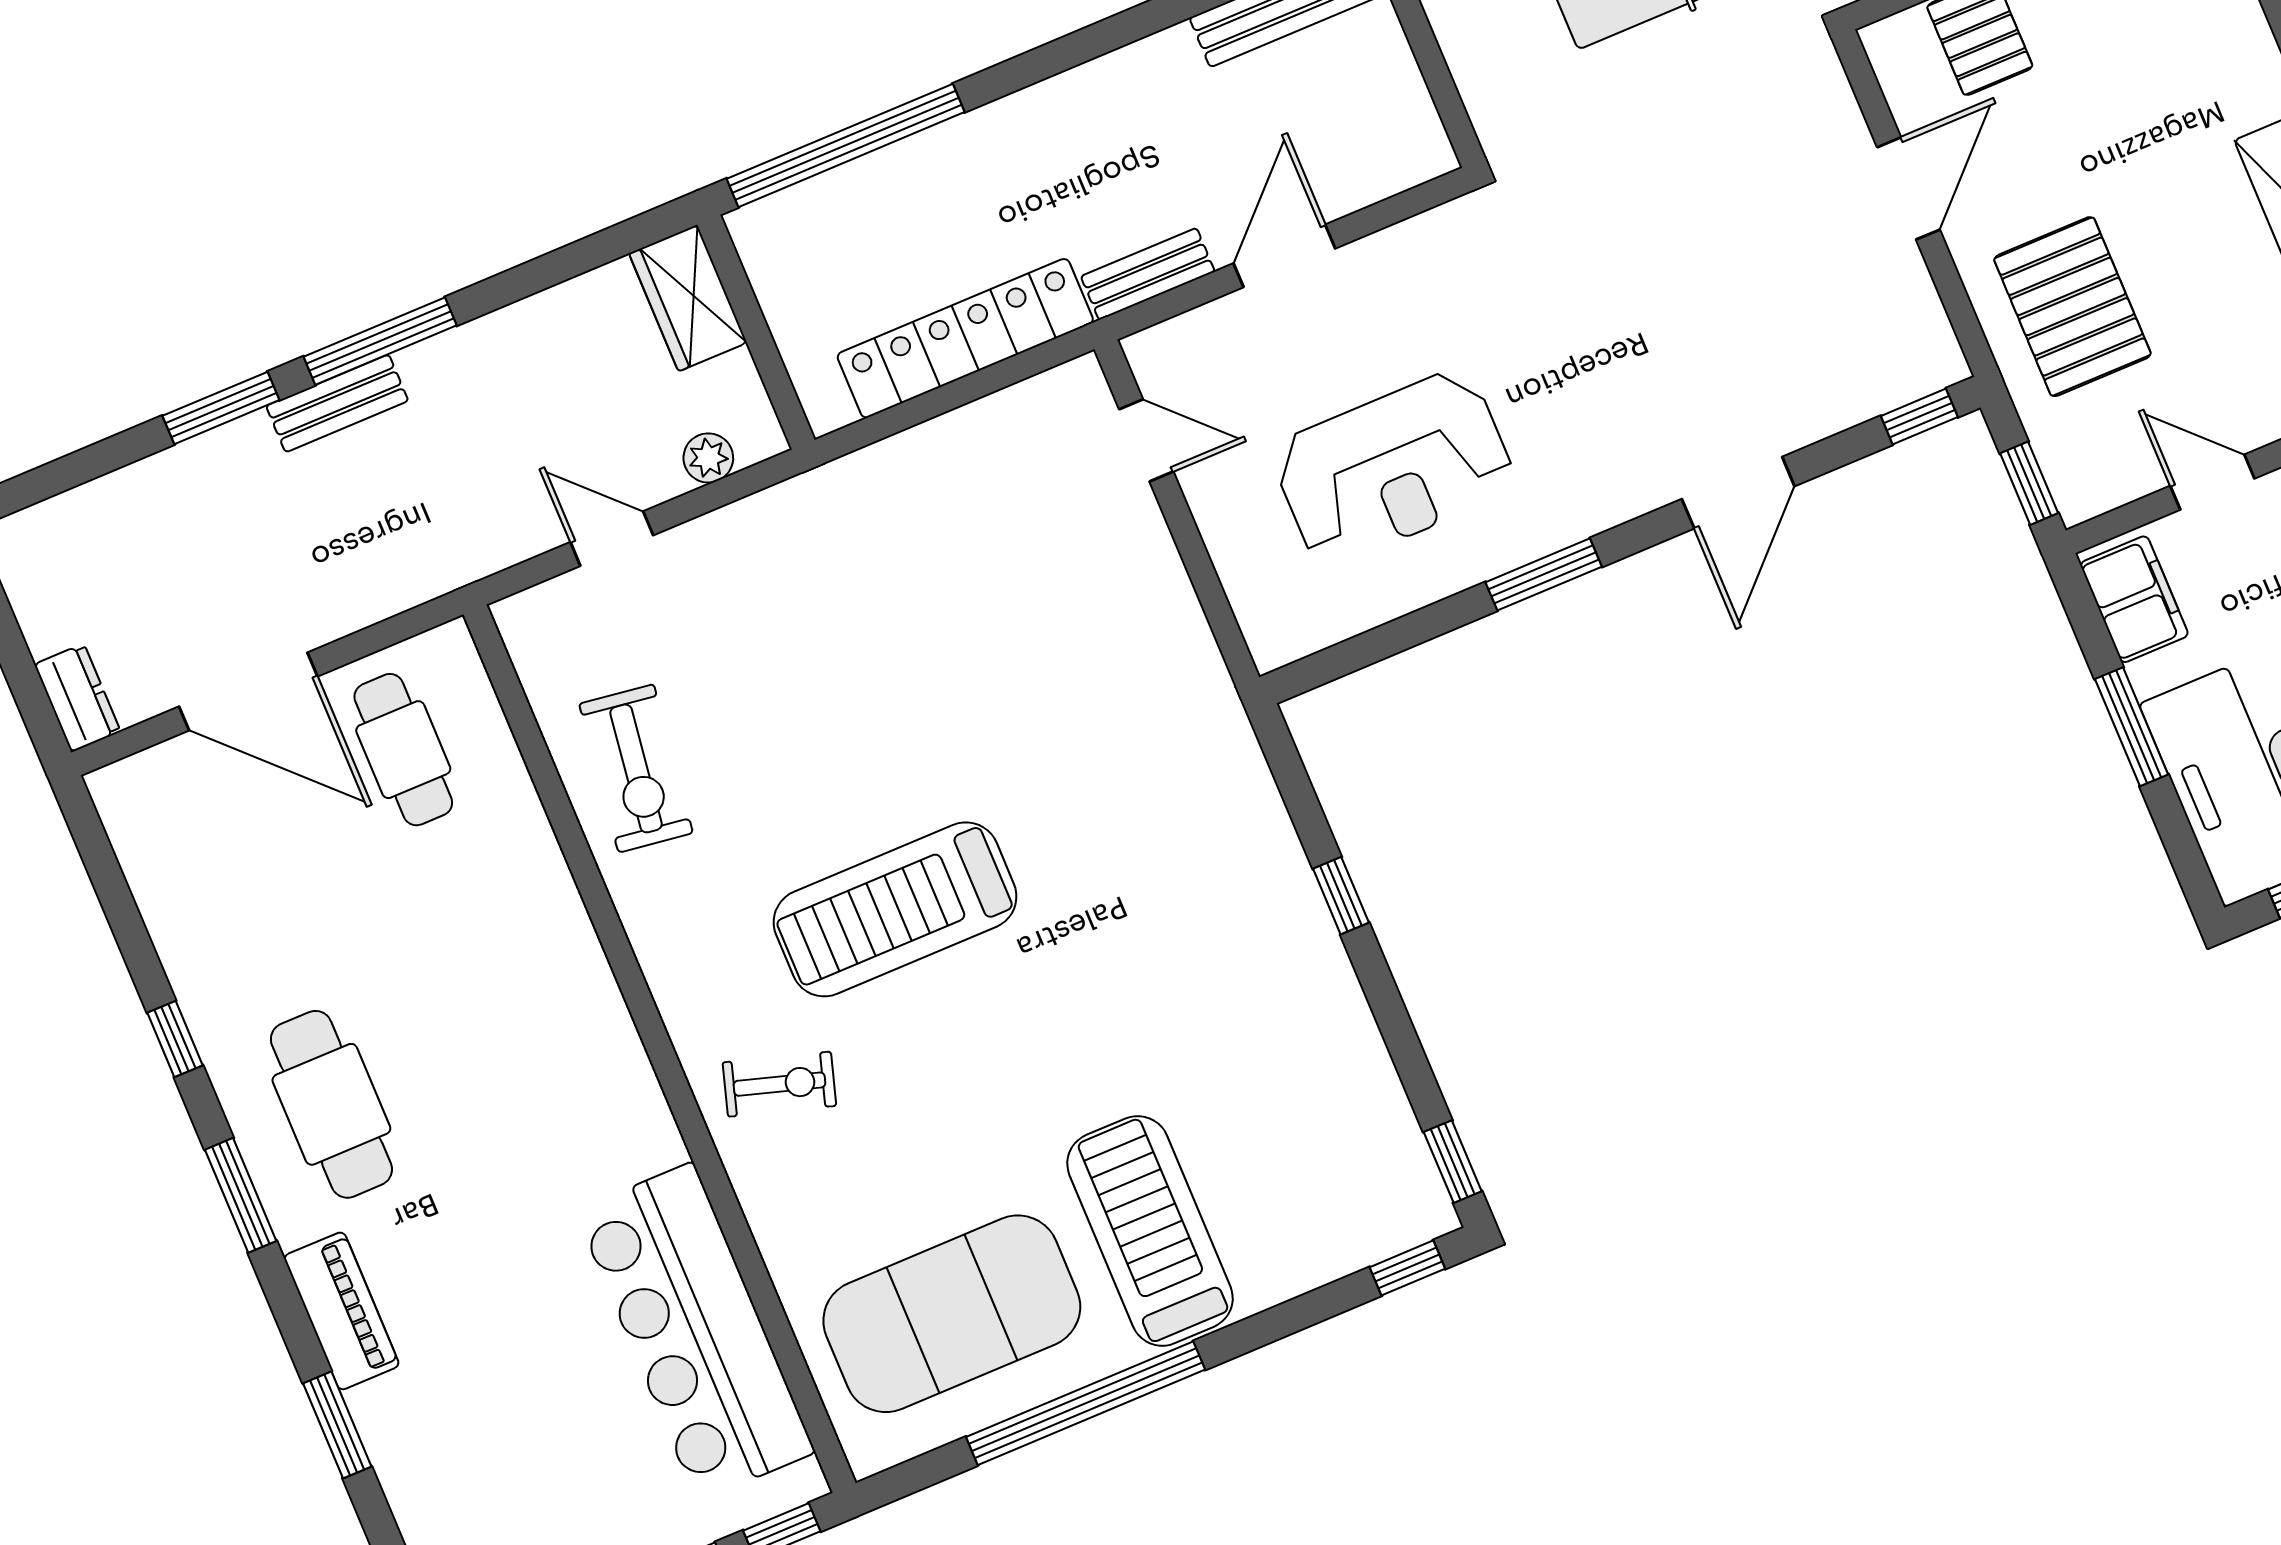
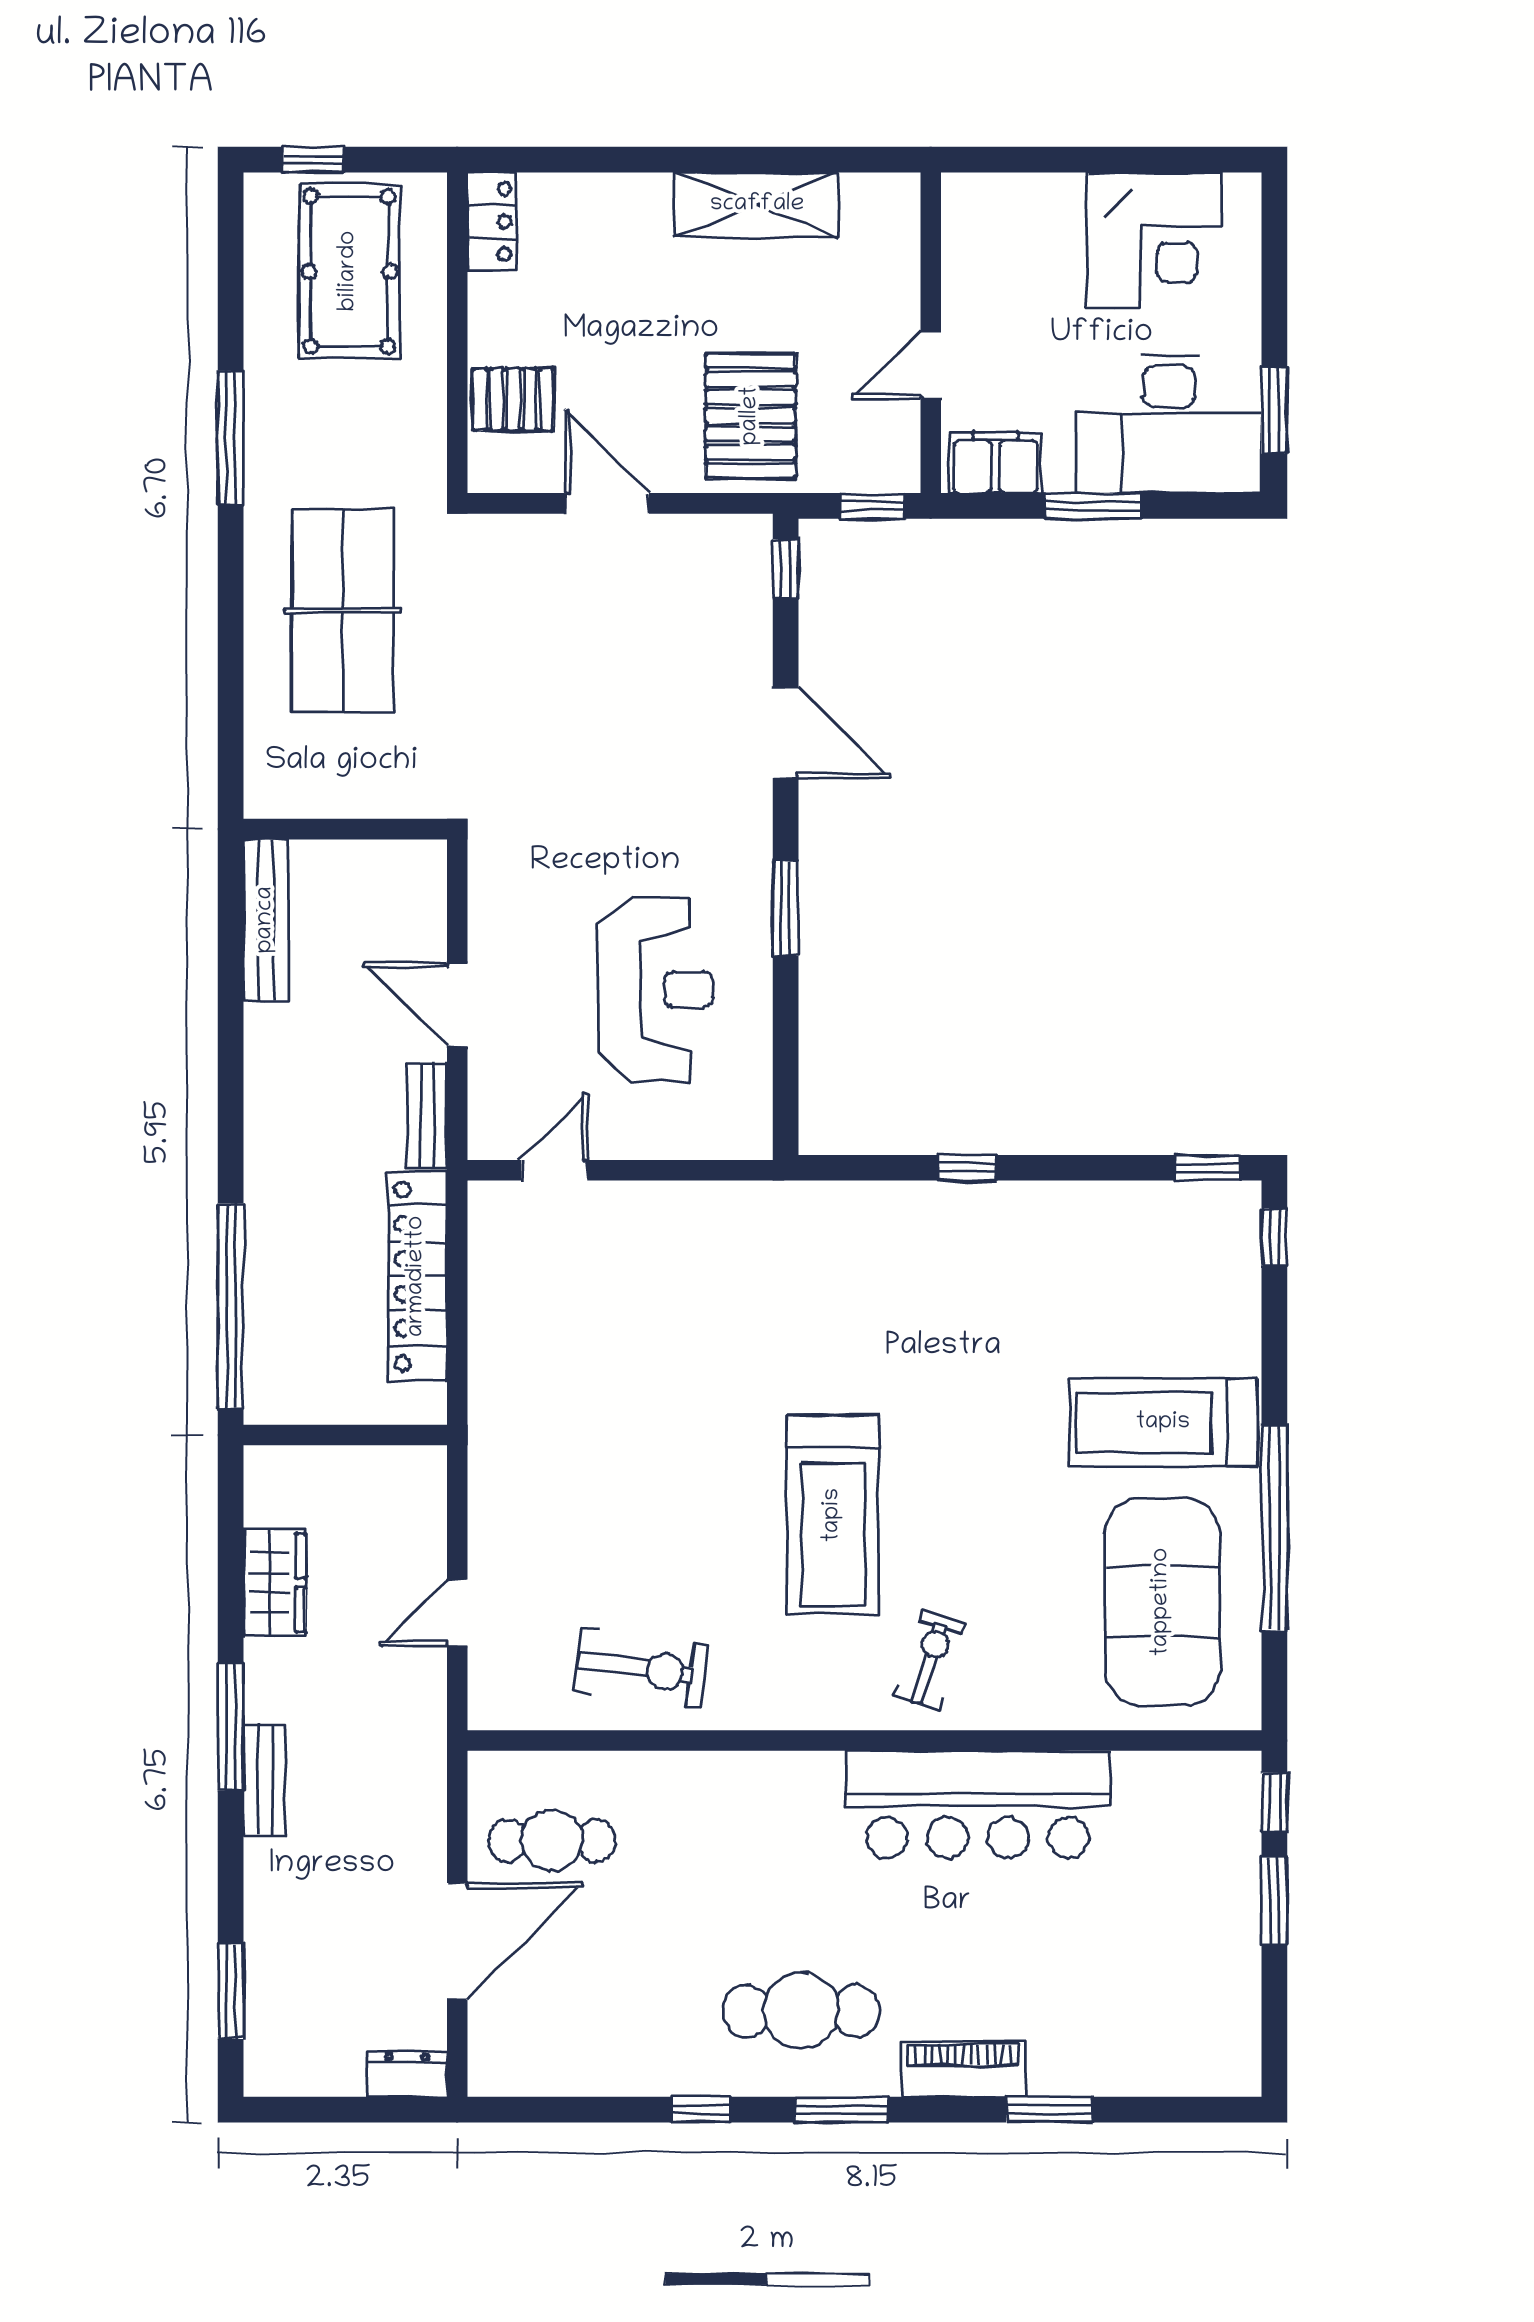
wardrobe: (688, 298) -> (274, 1583), moved, turned -90
pallet: (2072, 307) -> (751, 416), turned 90
window: (221, 408) -> (231, 1991), moved
plant: (708, 458) -> (426, 1512), removed
bar counter: (695, 1332) -> (978, 1804), moved

